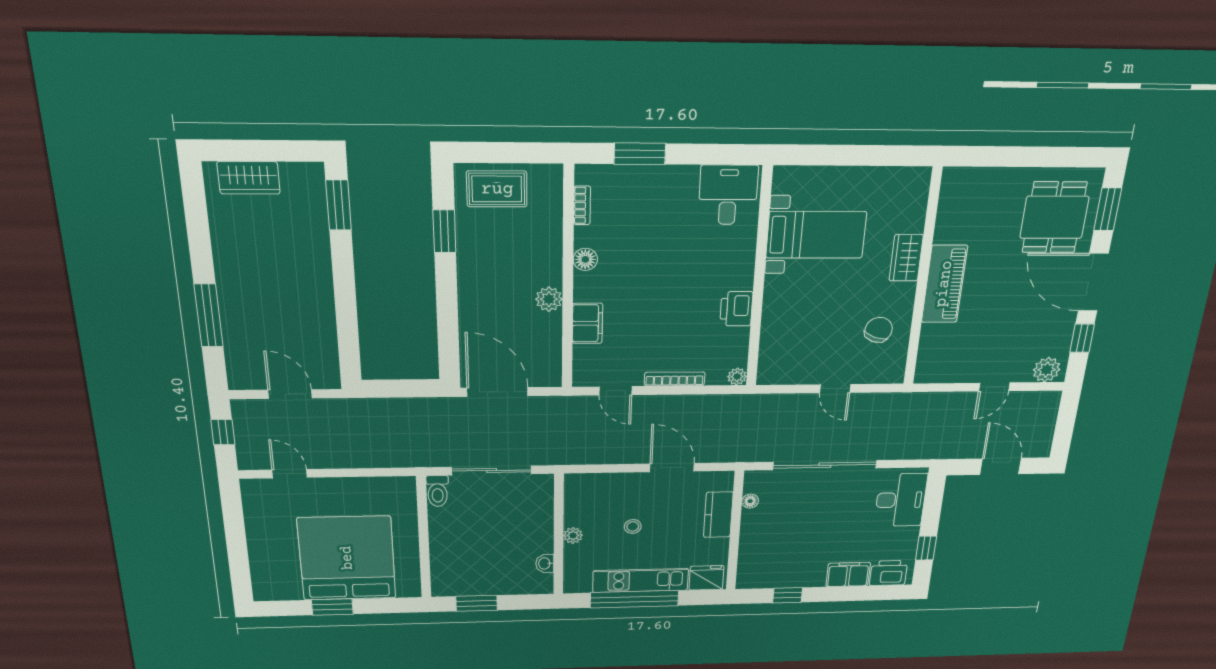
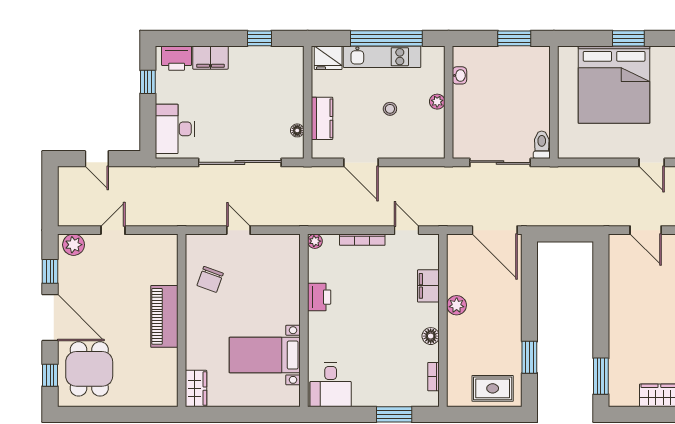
window: (1108, 209) -> (50, 375), width x0.67
wardrobe: (906, 258) -> (196, 389), moved
door: (1001, 466) -> (97, 159), width x0.73

